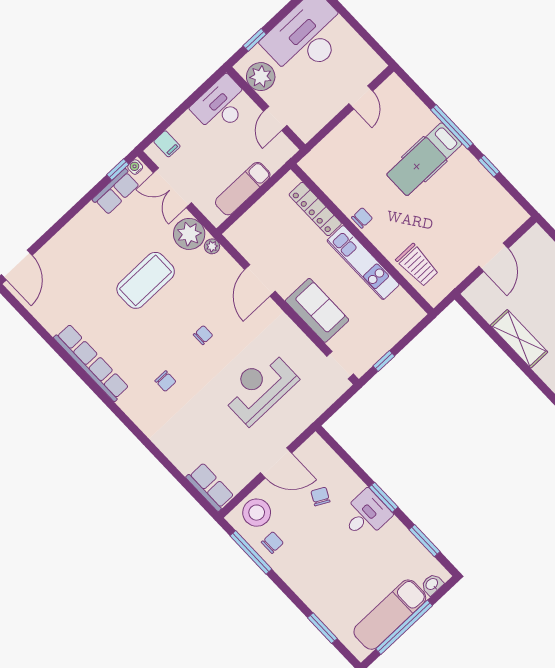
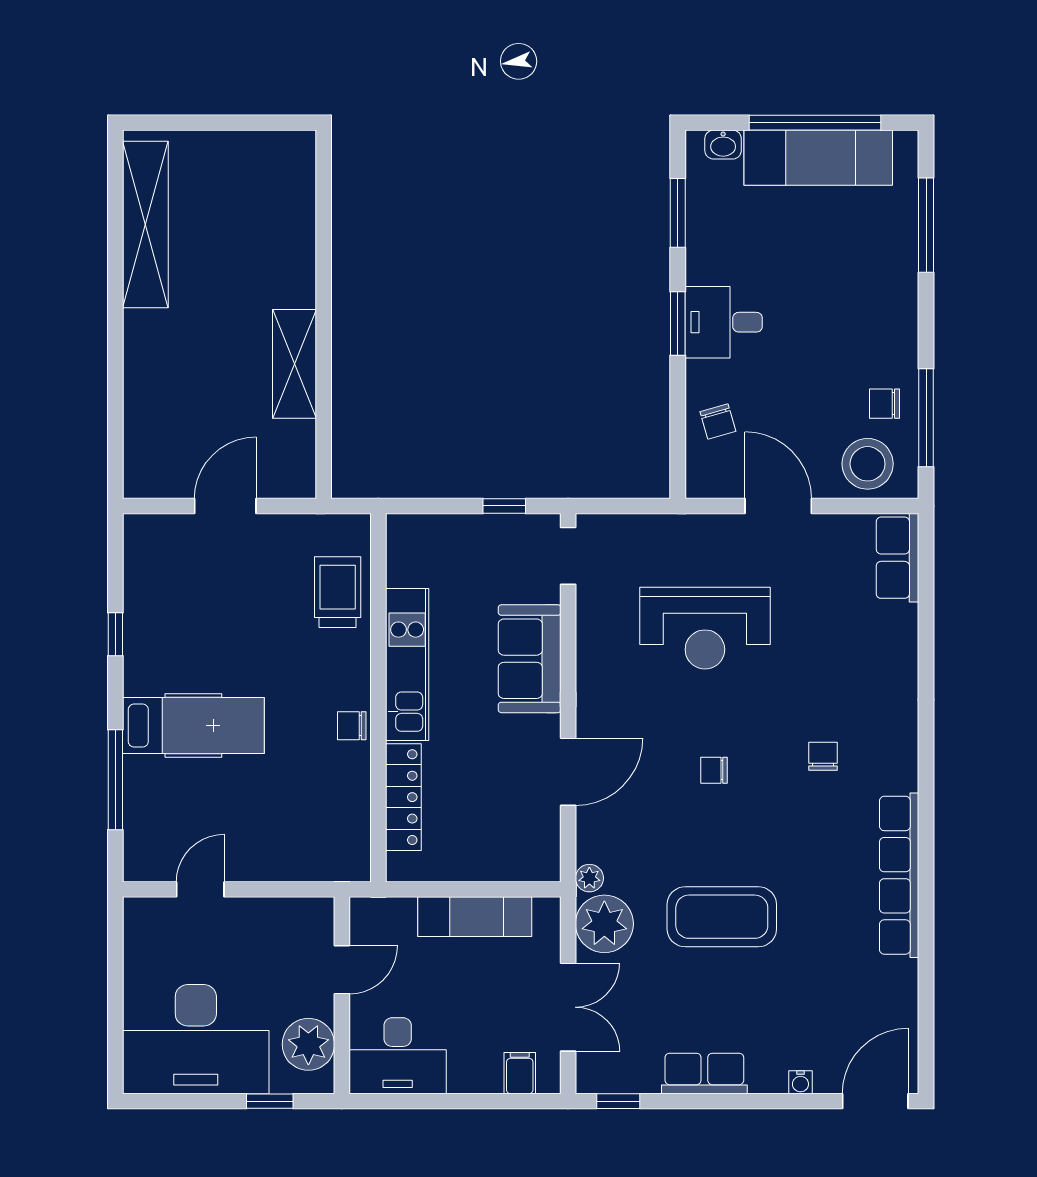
window: (452, 127) -> (115, 780), moved
water cooler: (135, 167) -> (800, 1082), moved
row of seats: (116, 192) -> (704, 1073), moved
chair: (320, 497) -> (718, 422), moved, turned -44
window: (322, 628) -> (926, 225), width x1.44

